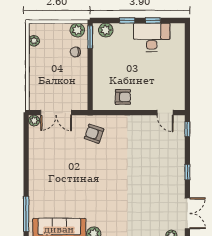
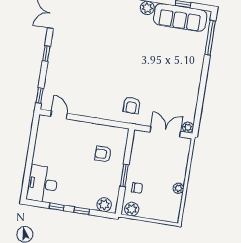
window: (90, 37) -> (124, 175), moved
desk: (152, 37) -> (42, 184), moved, turned 90
plant: (34, 41) -> (178, 188), moved
armchair: (123, 97) -> (103, 154), moved
armchair: (94, 134) -> (132, 105), turned 71

